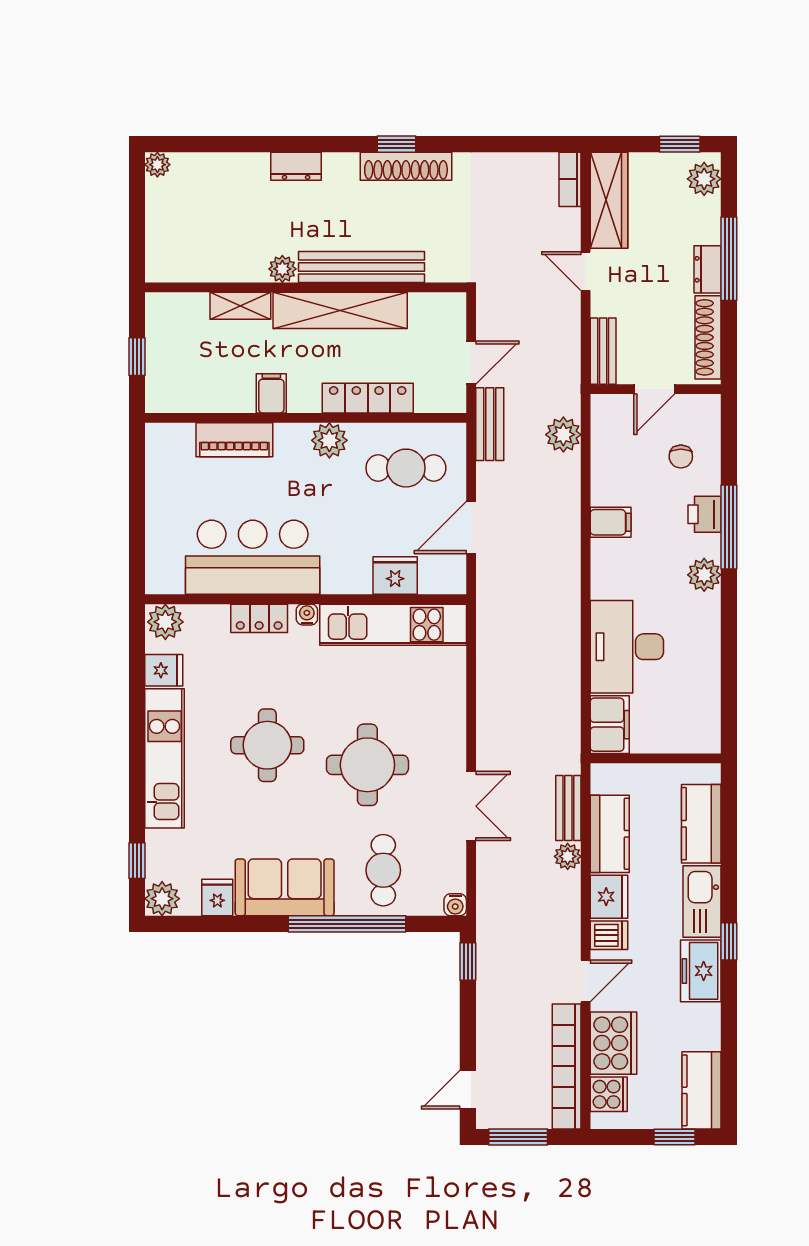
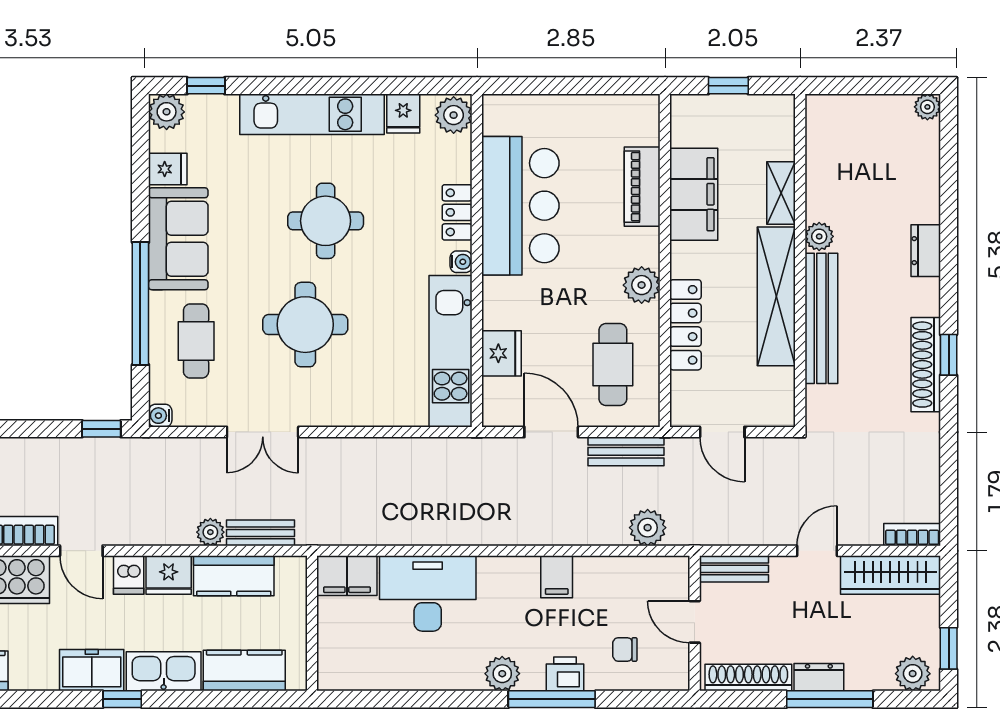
filing cabinet: (271, 393) -> (694, 194), width x3.00, depth x1.17
bench: (490, 424) -> (626, 451), moved
cafe table: (383, 870) -> (196, 341), turned 90

